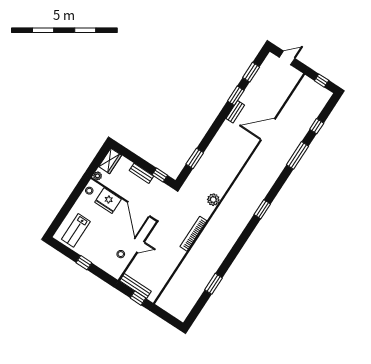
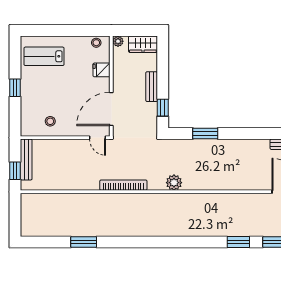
fridge: (108, 201) -> (102, 70), width x0.53, depth x0.75
window: (262, 209) -> (238, 242), moved
door: (141, 247) -> (98, 138), moved

